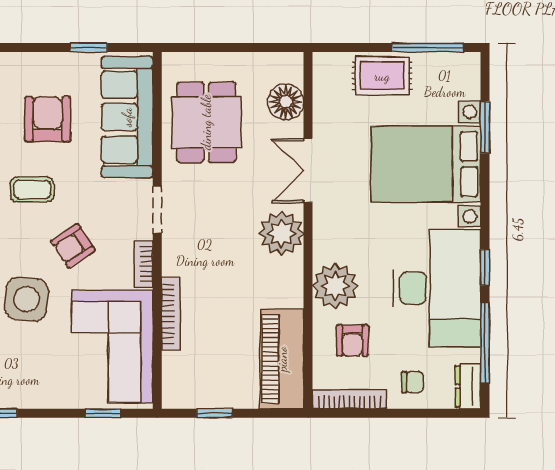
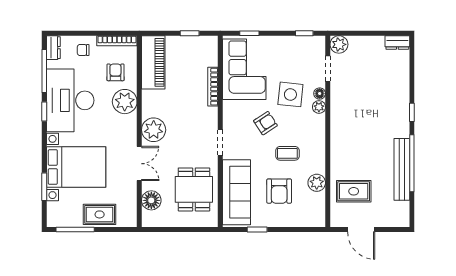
bookcase: (143, 264) -> (228, 113), removed

